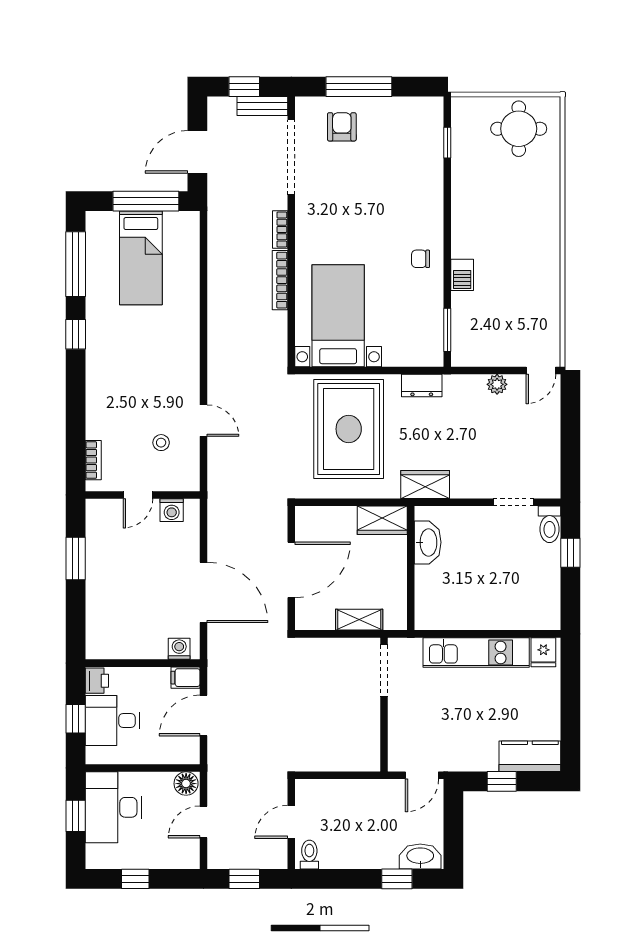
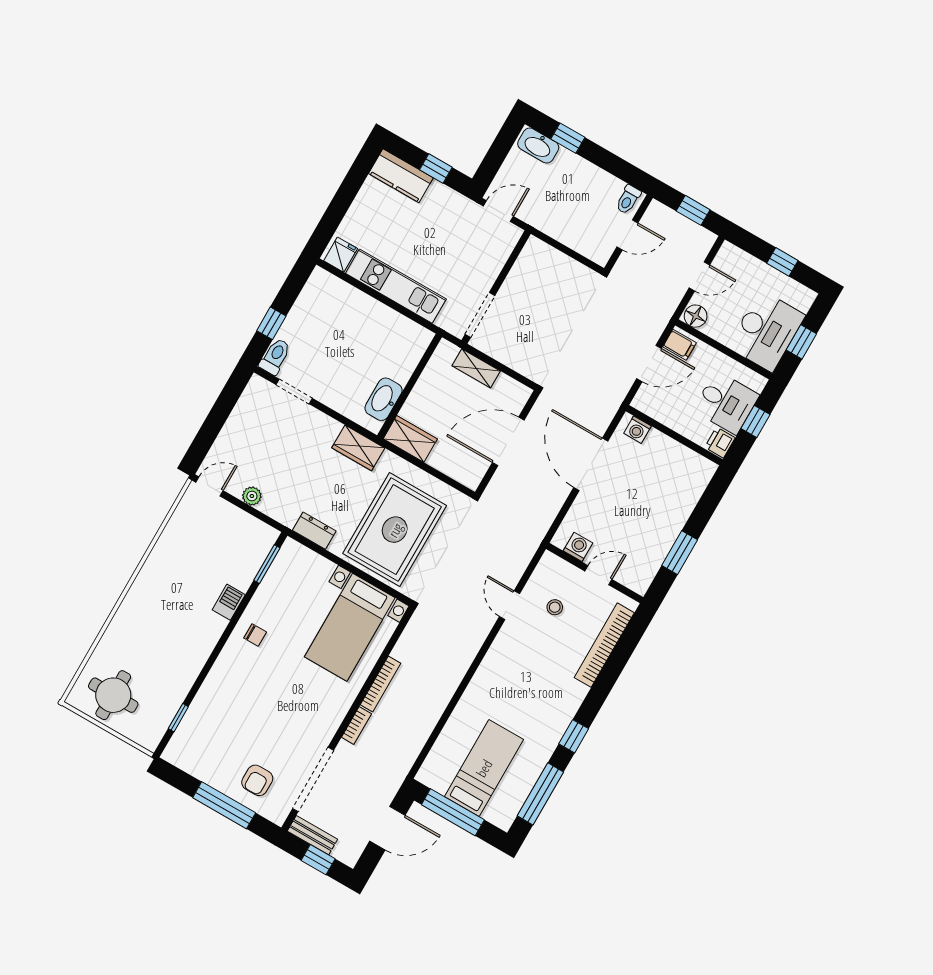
bookcase: (93, 460) -> (604, 645), width x2.31, depth x1.31
filing cabinet: (186, 678) -> (679, 345), moved

